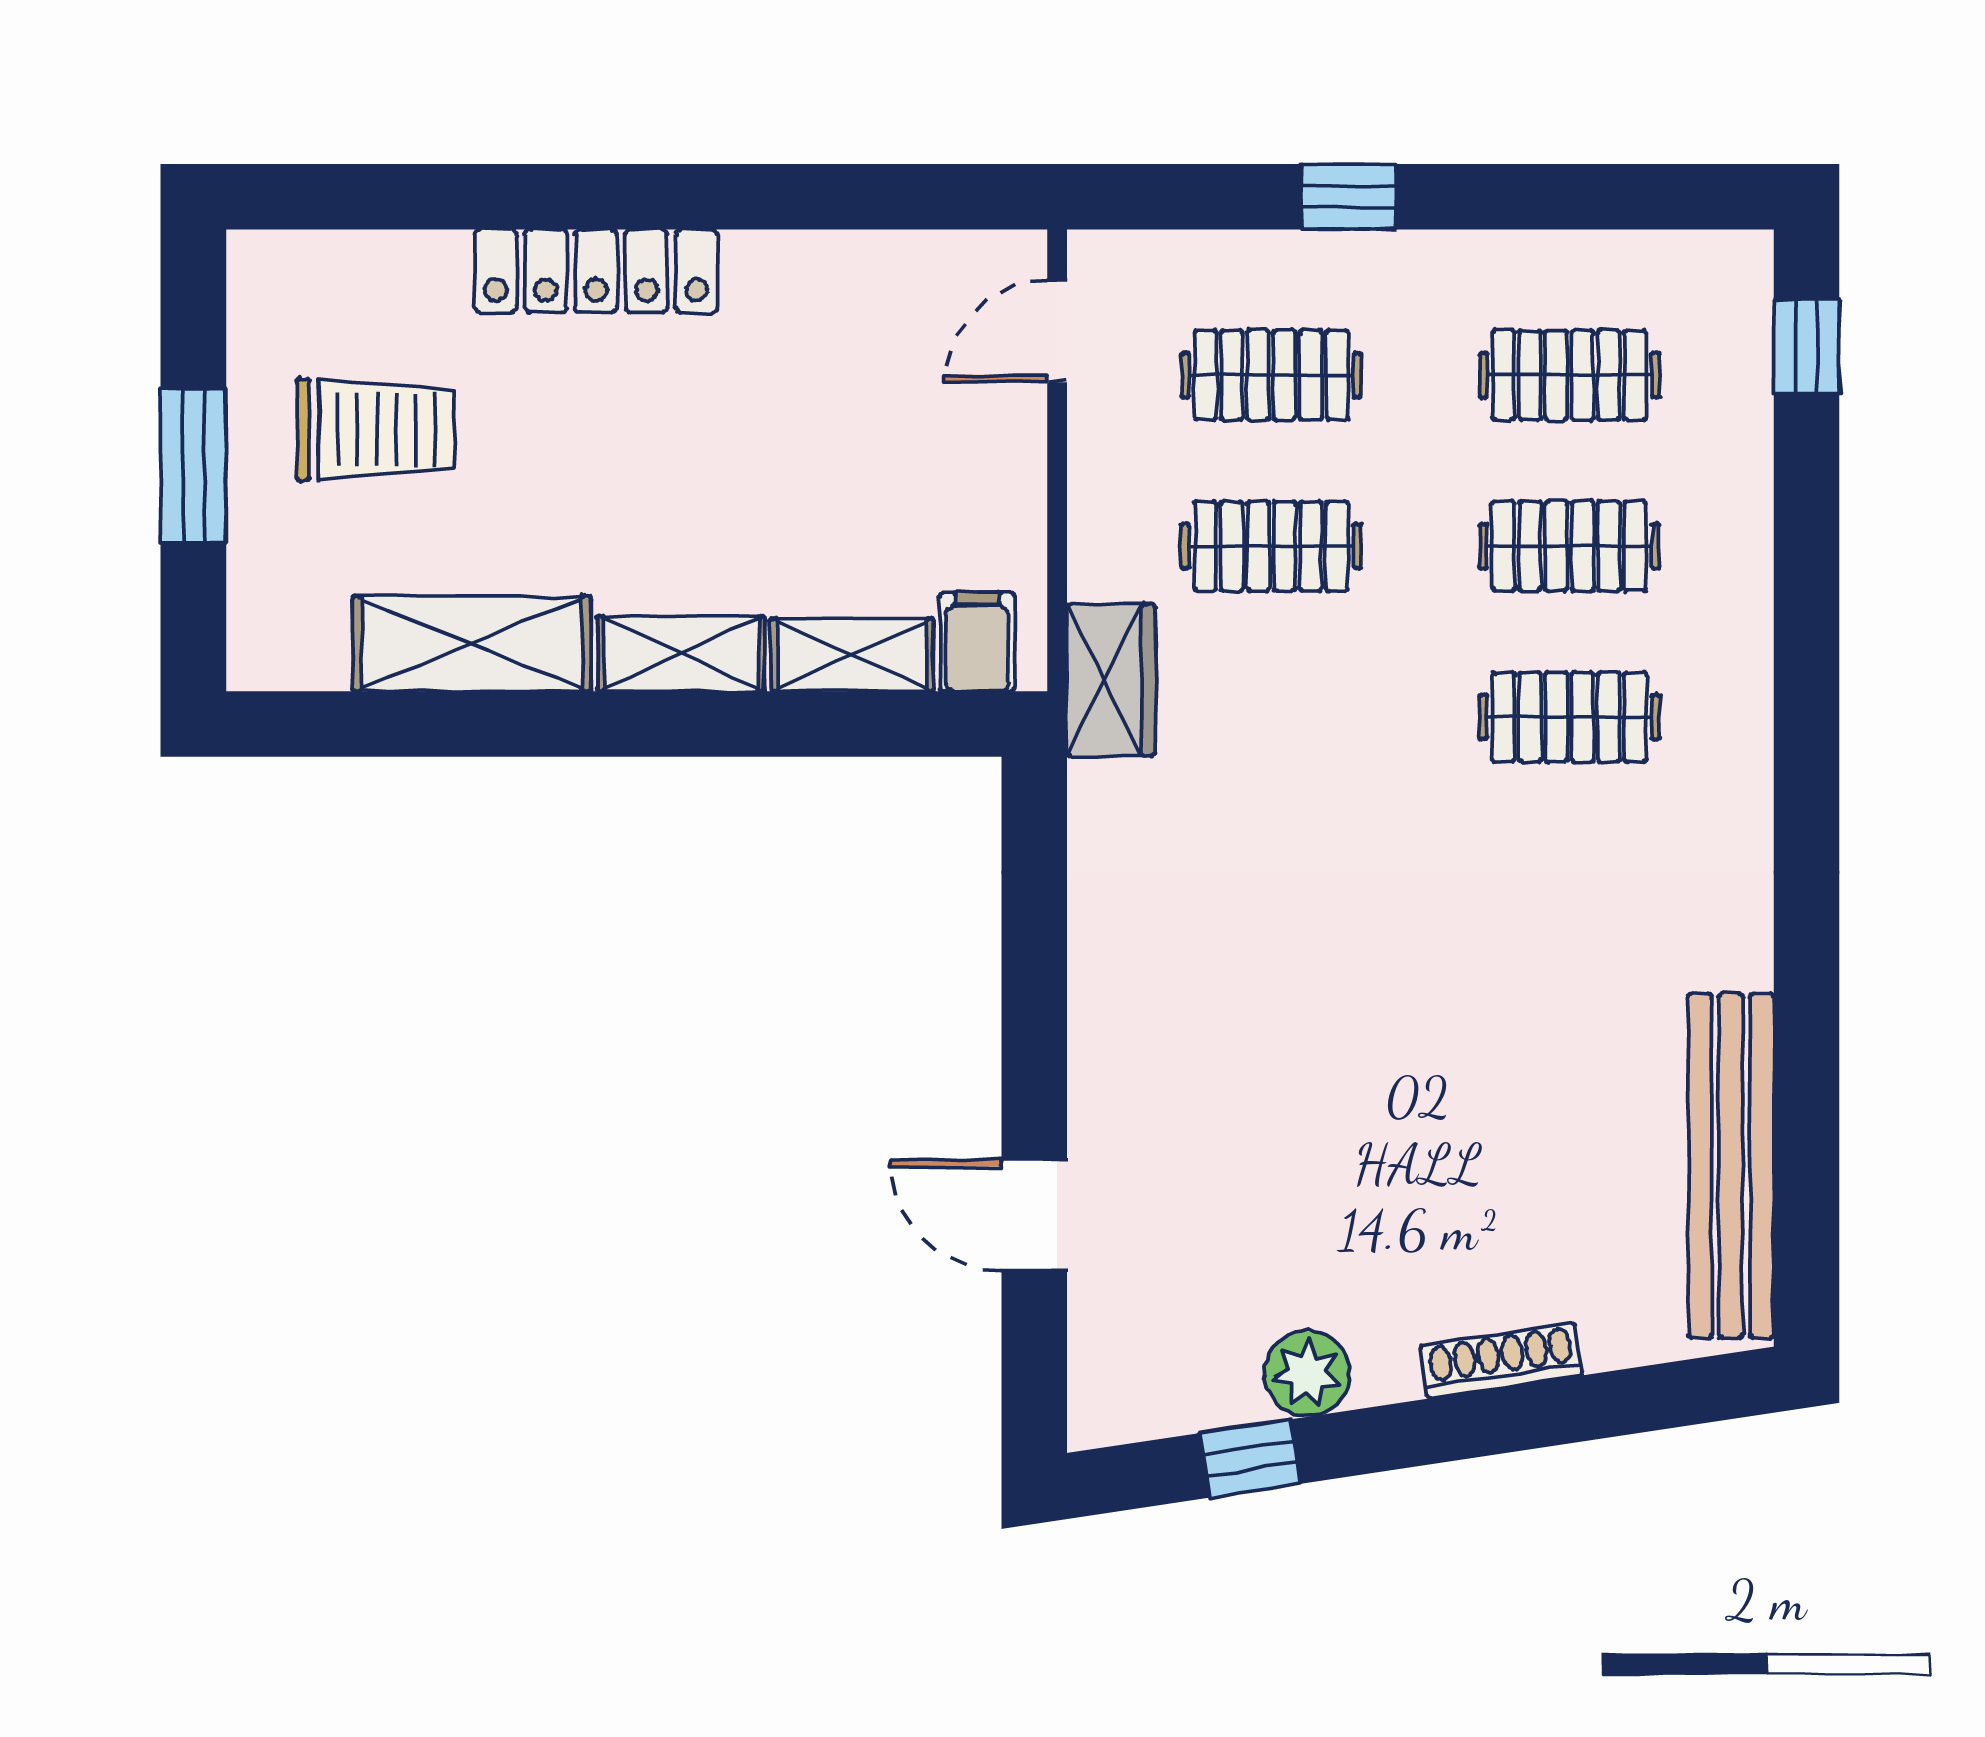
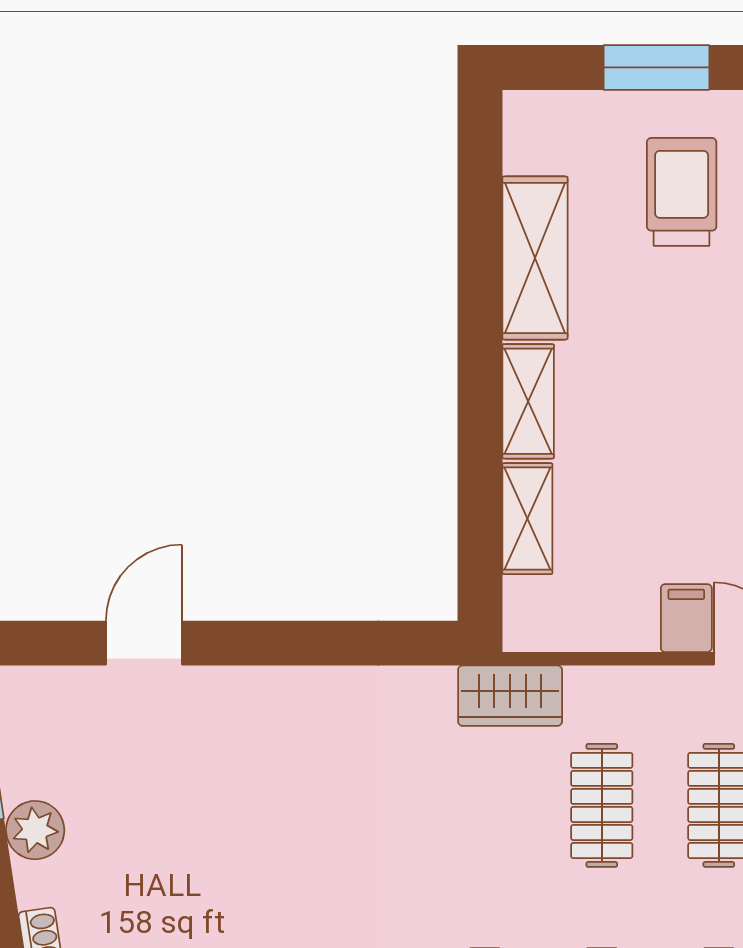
trolley: (375, 429) -> (682, 192), turned 180
filing cabinet: (977, 642) -> (686, 618), moved, turned -90

